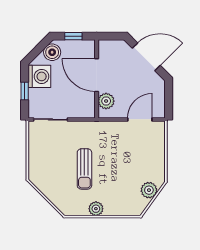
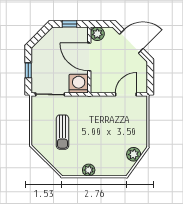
boiler: (52, 52) -> (52, 37), removed
washing machine: (39, 76) -> (79, 84), moved, turned -90
plant: (106, 101) -> (97, 34), moved
sun lounger: (84, 169) -> (63, 132), moved

